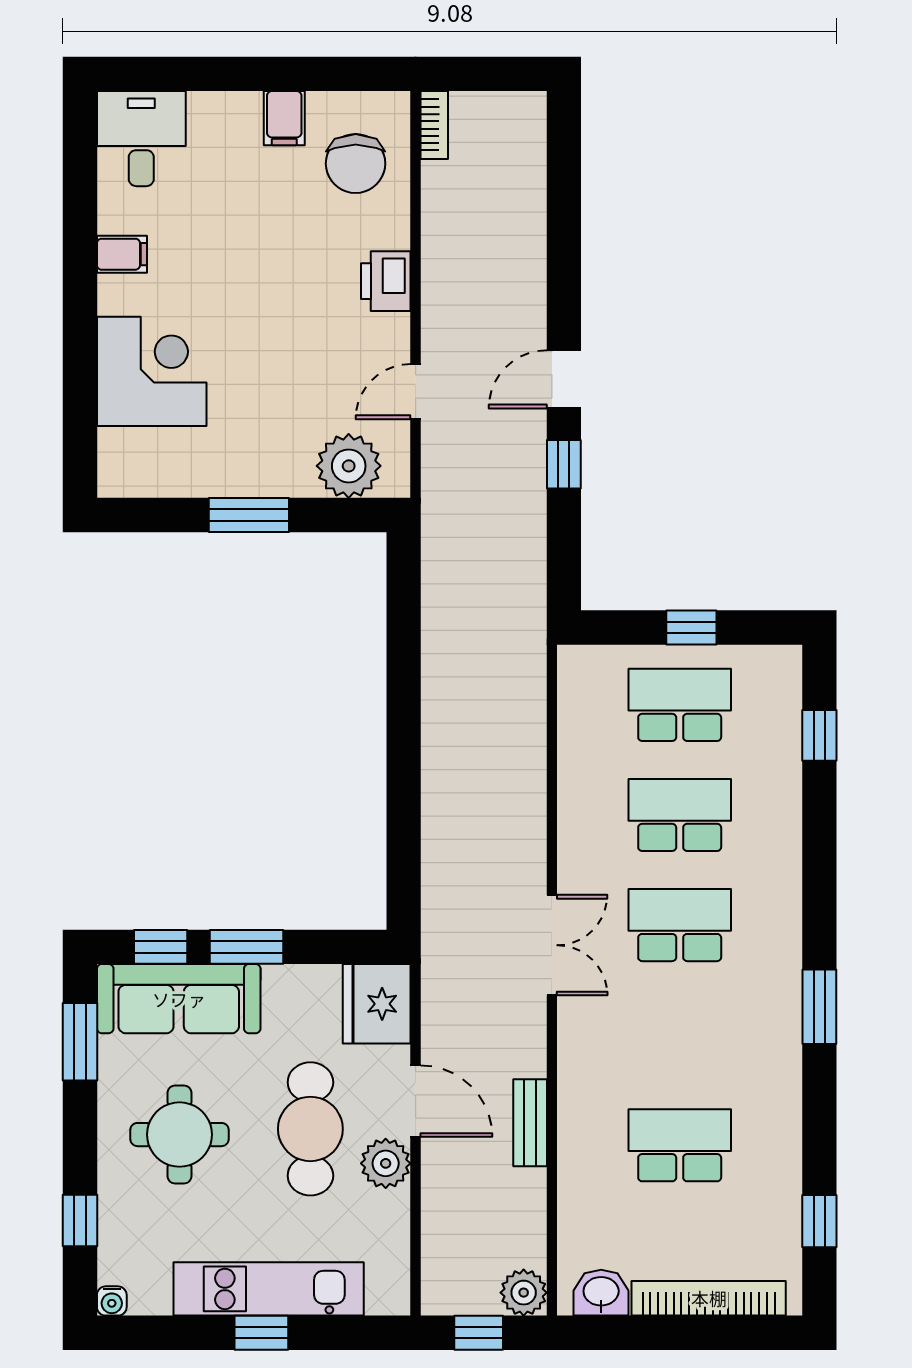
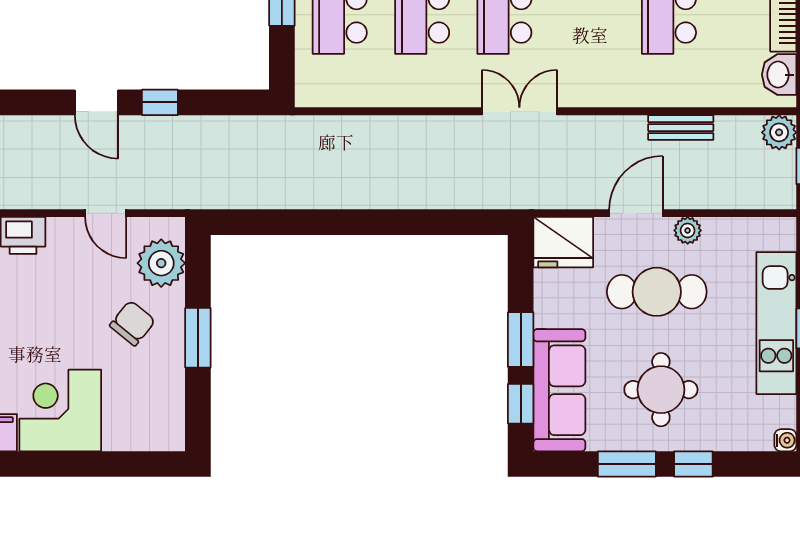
corner desk: (152, 371) -> (60, 410), moved
chair: (268, 428) -> (132, 323), added
window: (80, 1042) -> (627, 464), moved
bench: (530, 1123) -> (681, 128), moved
plant: (386, 1163) -> (688, 230), width x0.73, depth x0.73
window: (80, 1221) -> (693, 464), moved

